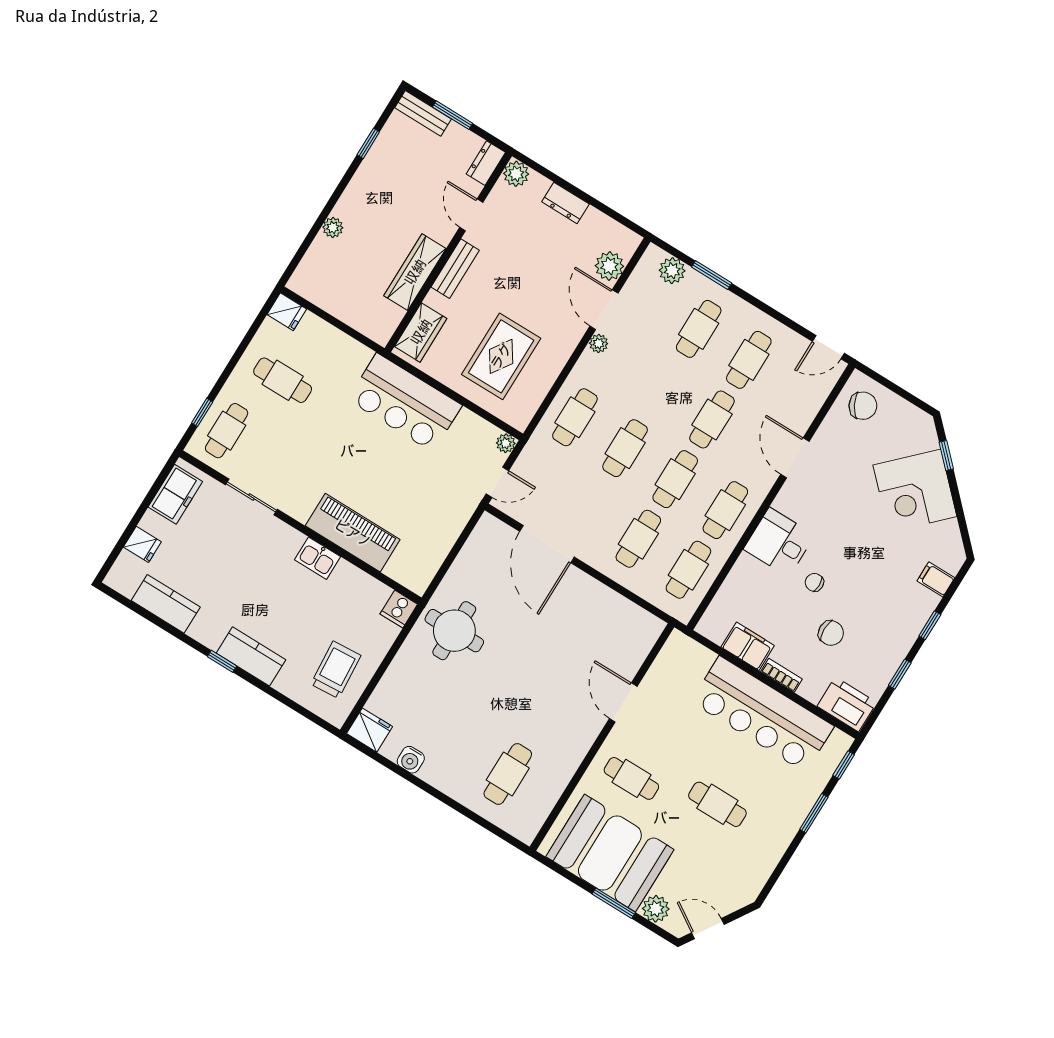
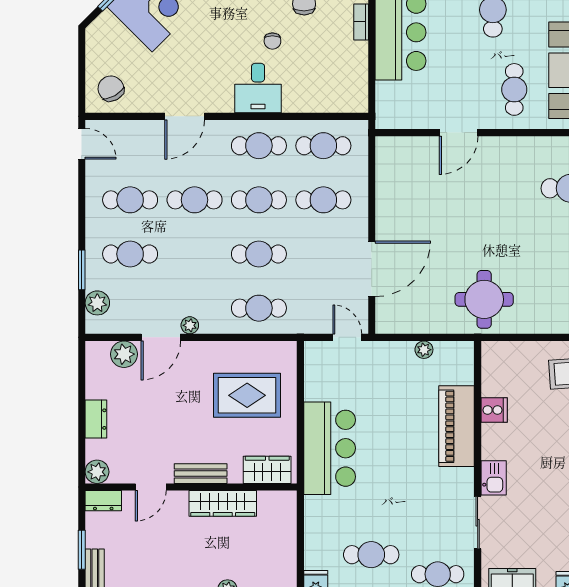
cafe table: (283, 380) -> (371, 555), turned 90
plant: (506, 443) -> (424, 350), moved
kitchen sink: (317, 558) -> (494, 478), moved
cooker: (399, 609) -> (494, 410), moved
filing cabinet: (748, 646) -> (355, 62), removed

